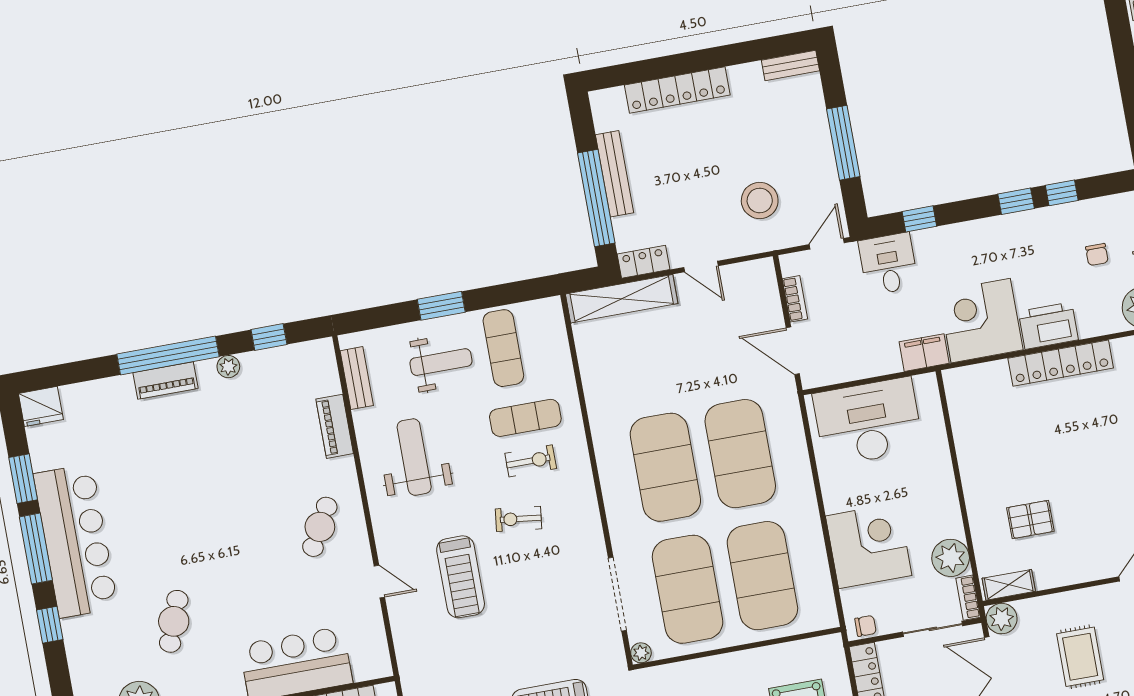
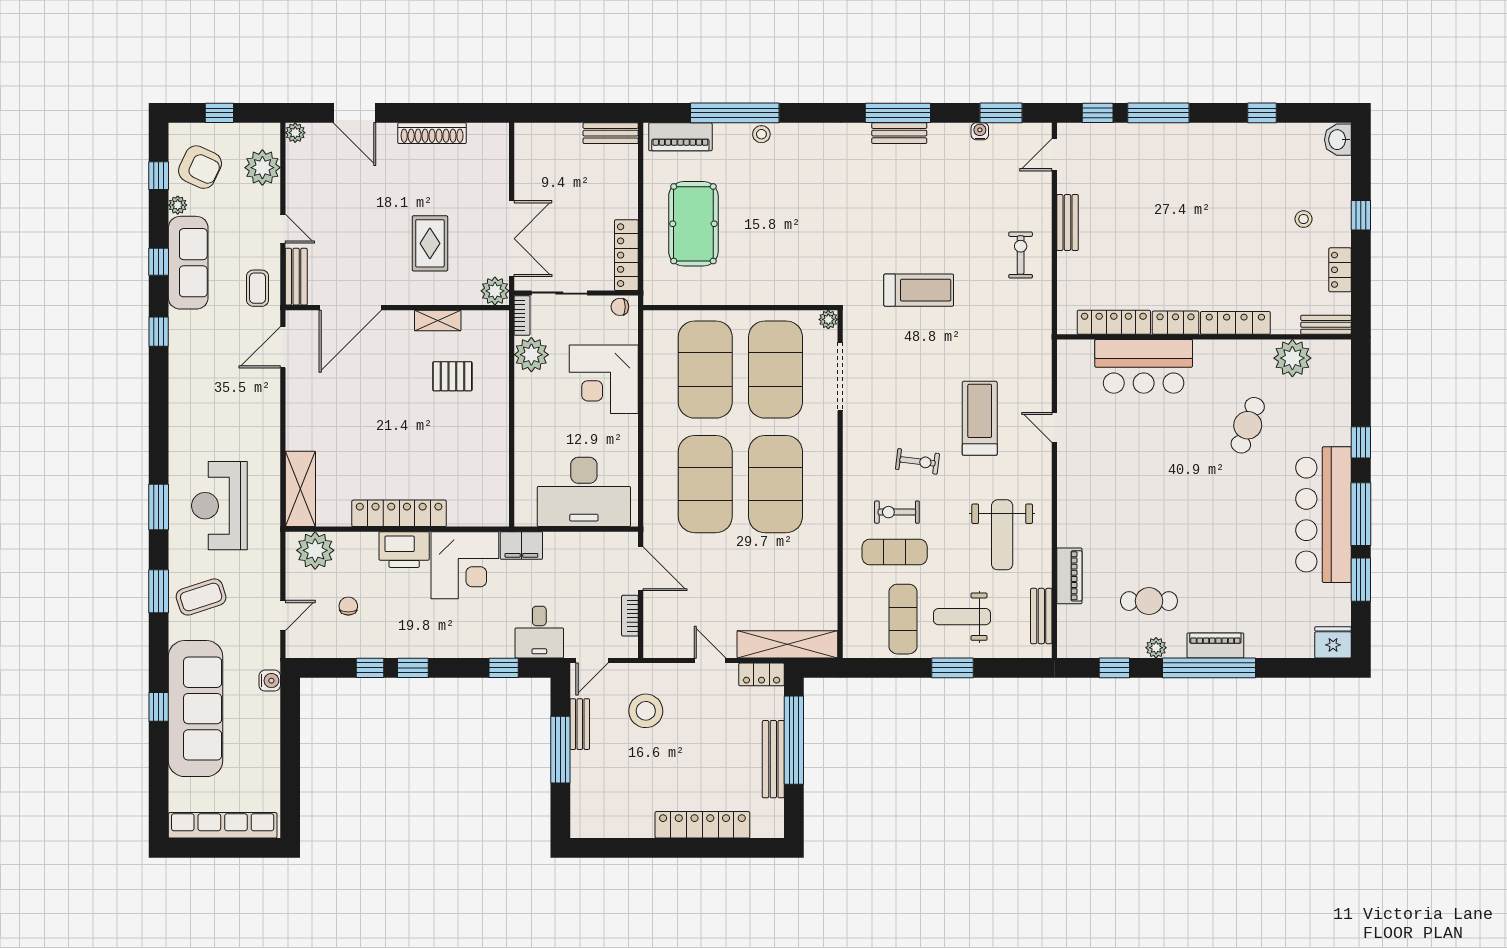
bench: (790, 66) -> (580, 724), moved, turned 90
cafe table: (320, 527) -> (1149, 601), moved, turned 61
shelving: (1009, 585) -> (438, 320), moved

